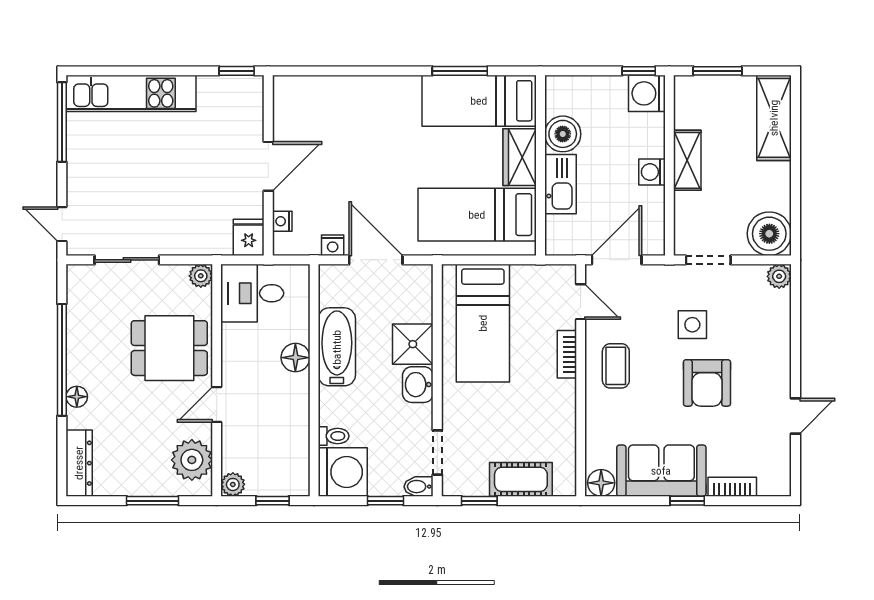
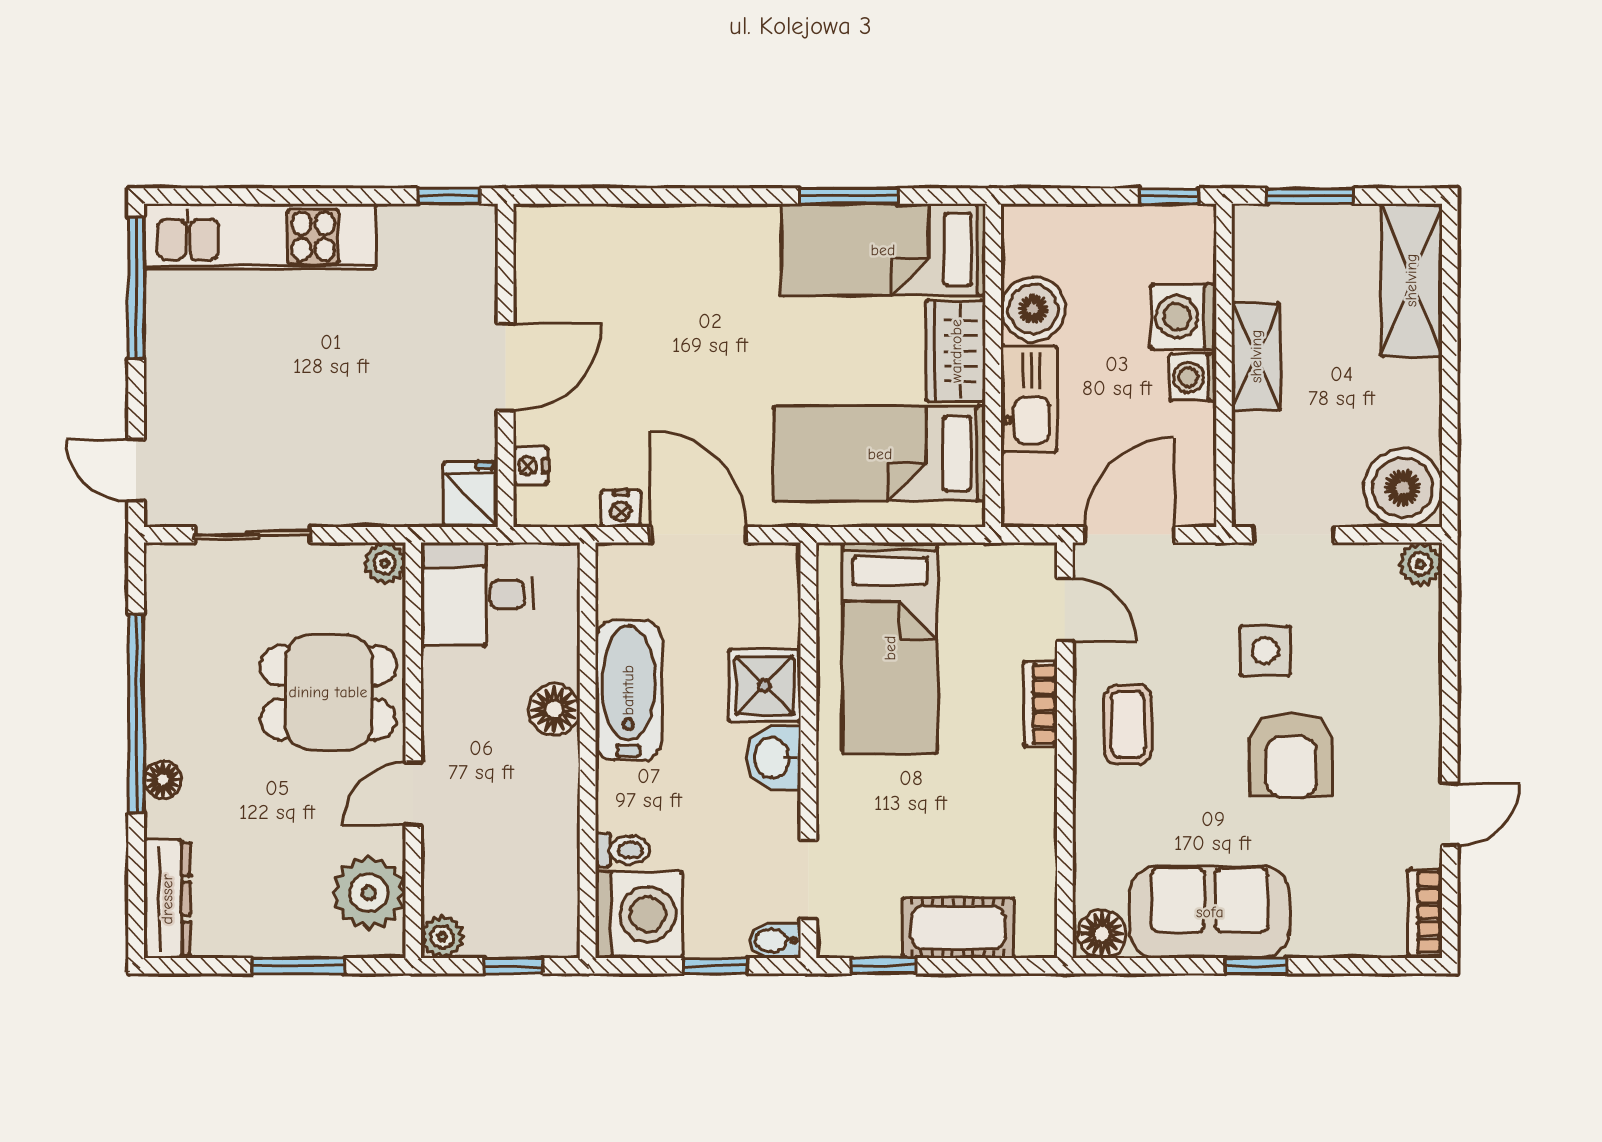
washing machine: (647, 93) -> (1184, 317), moved
bookcase: (732, 487) -> (1425, 912), moved, turned -90

